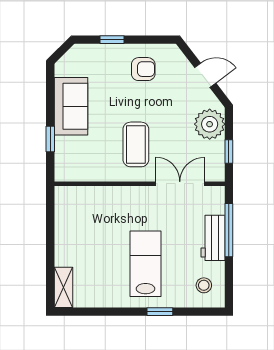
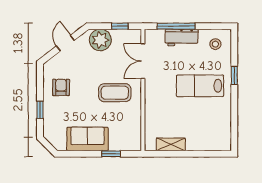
shelving: (63, 287) -> (171, 144), moved

